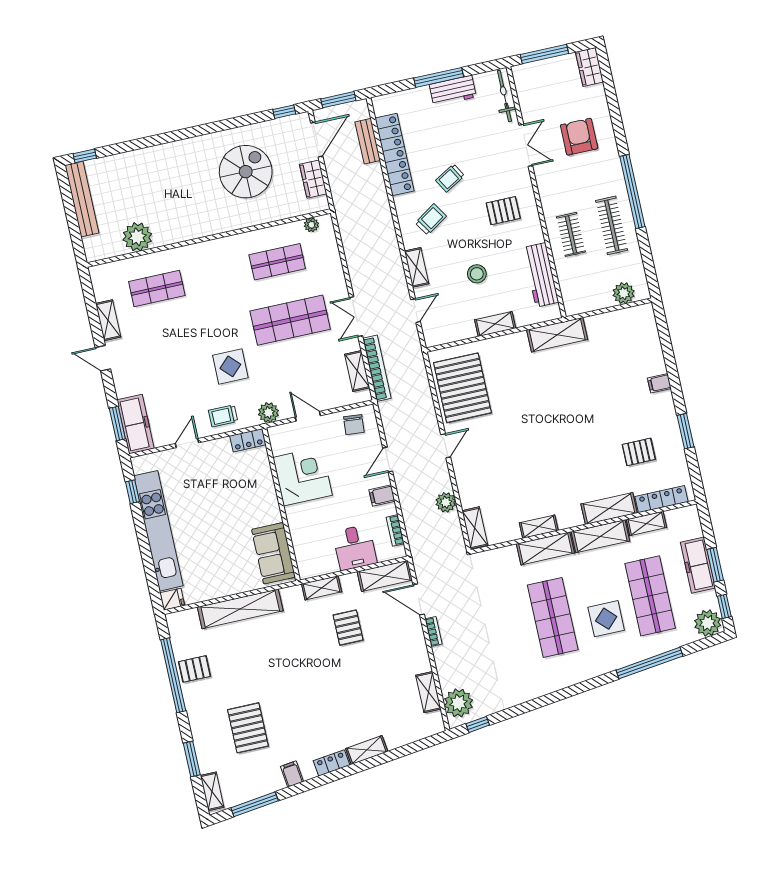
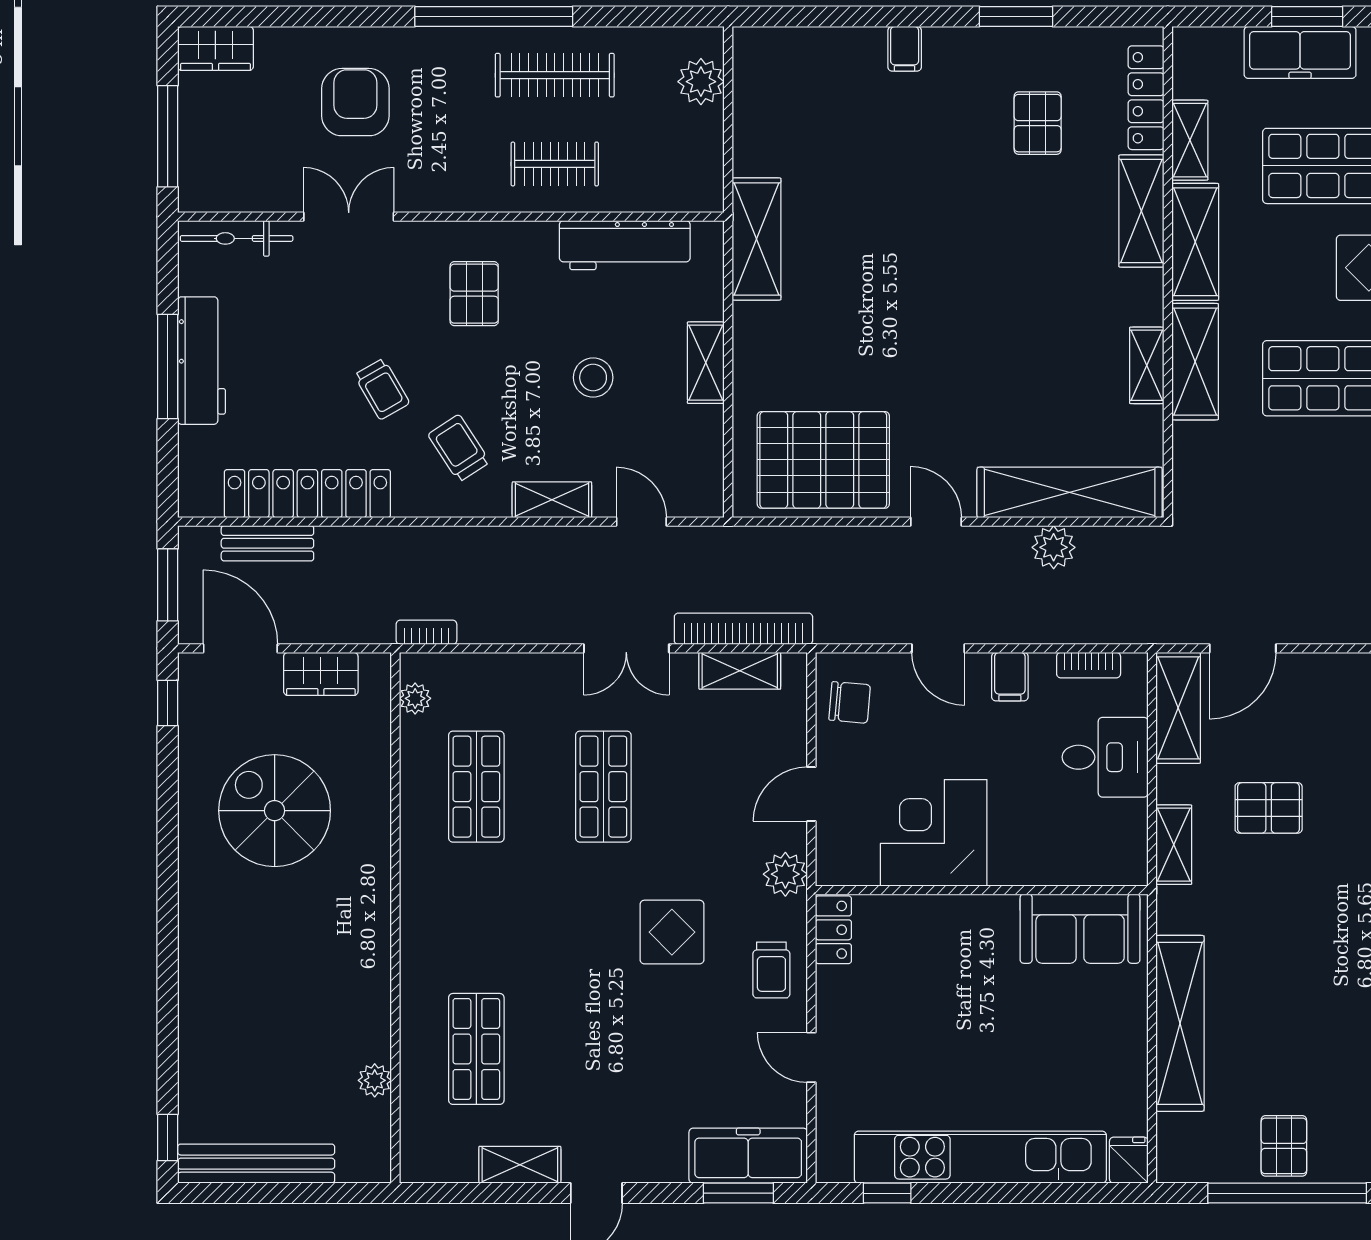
workbench: (453, 91) -> (202, 361), width x1.38
armchair: (579, 137) -> (355, 102), turned 90
plant: (137, 237) -> (375, 1080), width x0.53, depth x0.53
shop shelf: (290, 320) -> (603, 787), width x0.70, depth x0.74
shelving: (475, 528) -> (1070, 492), width x2.20, depth x1.33
bookcase: (433, 631) -> (426, 632), moved

